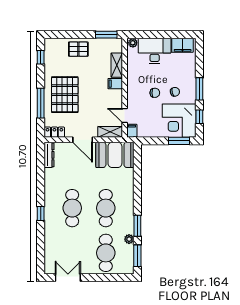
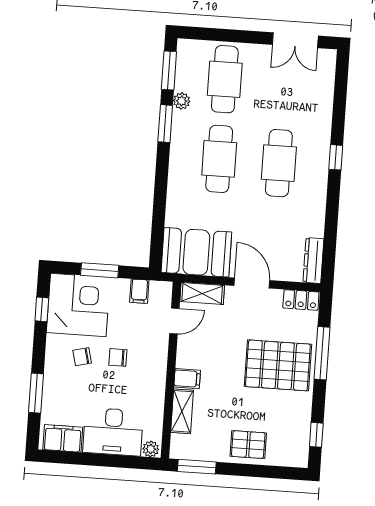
window: (199, 89) -> (36, 393), moved
pallet: (65, 95) -> (278, 365), turned 90
door: (125, 116) -> (174, 321), hinge flipped
filing cabinet: (132, 131) -> (139, 291), moved
window: (179, 141) -> (100, 270), moved

